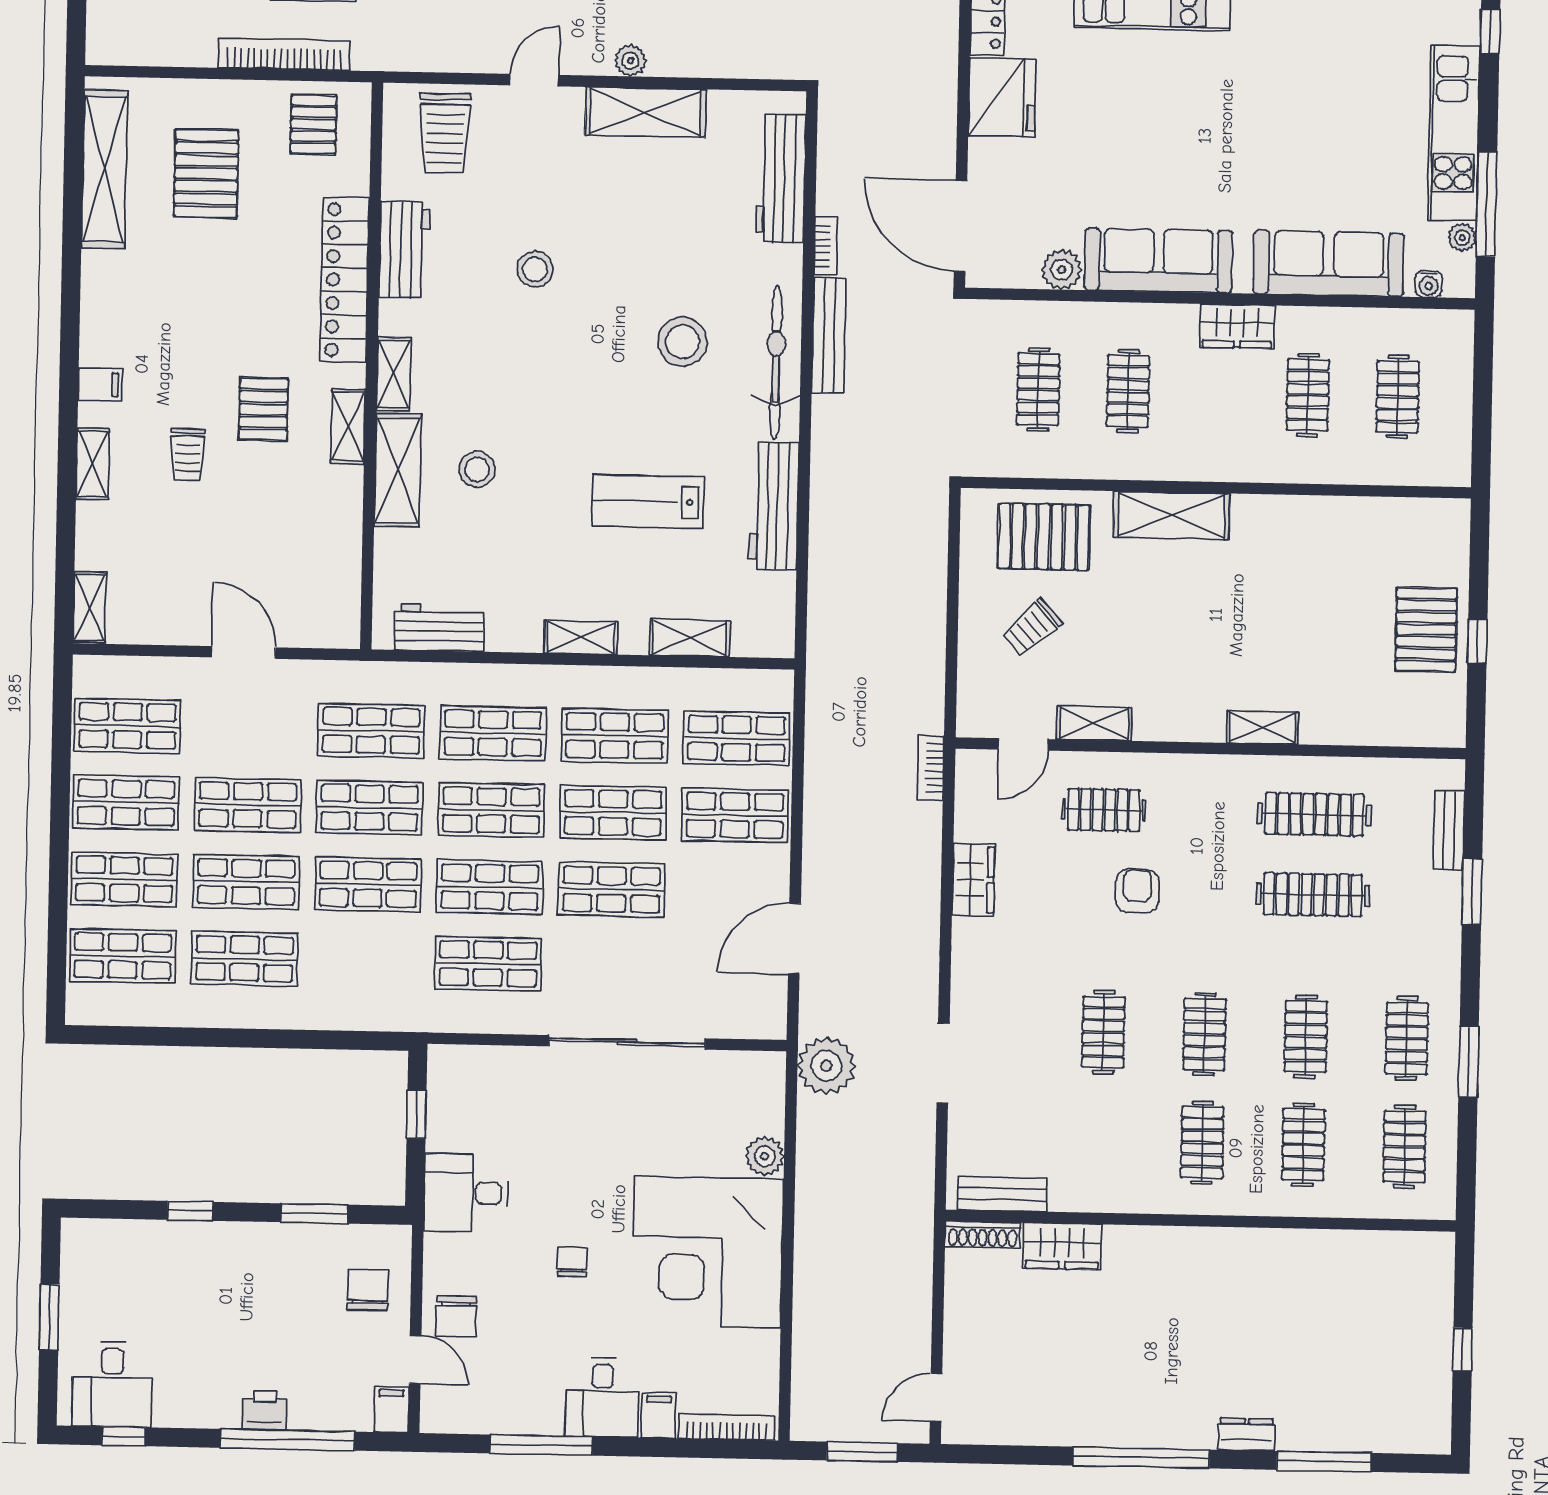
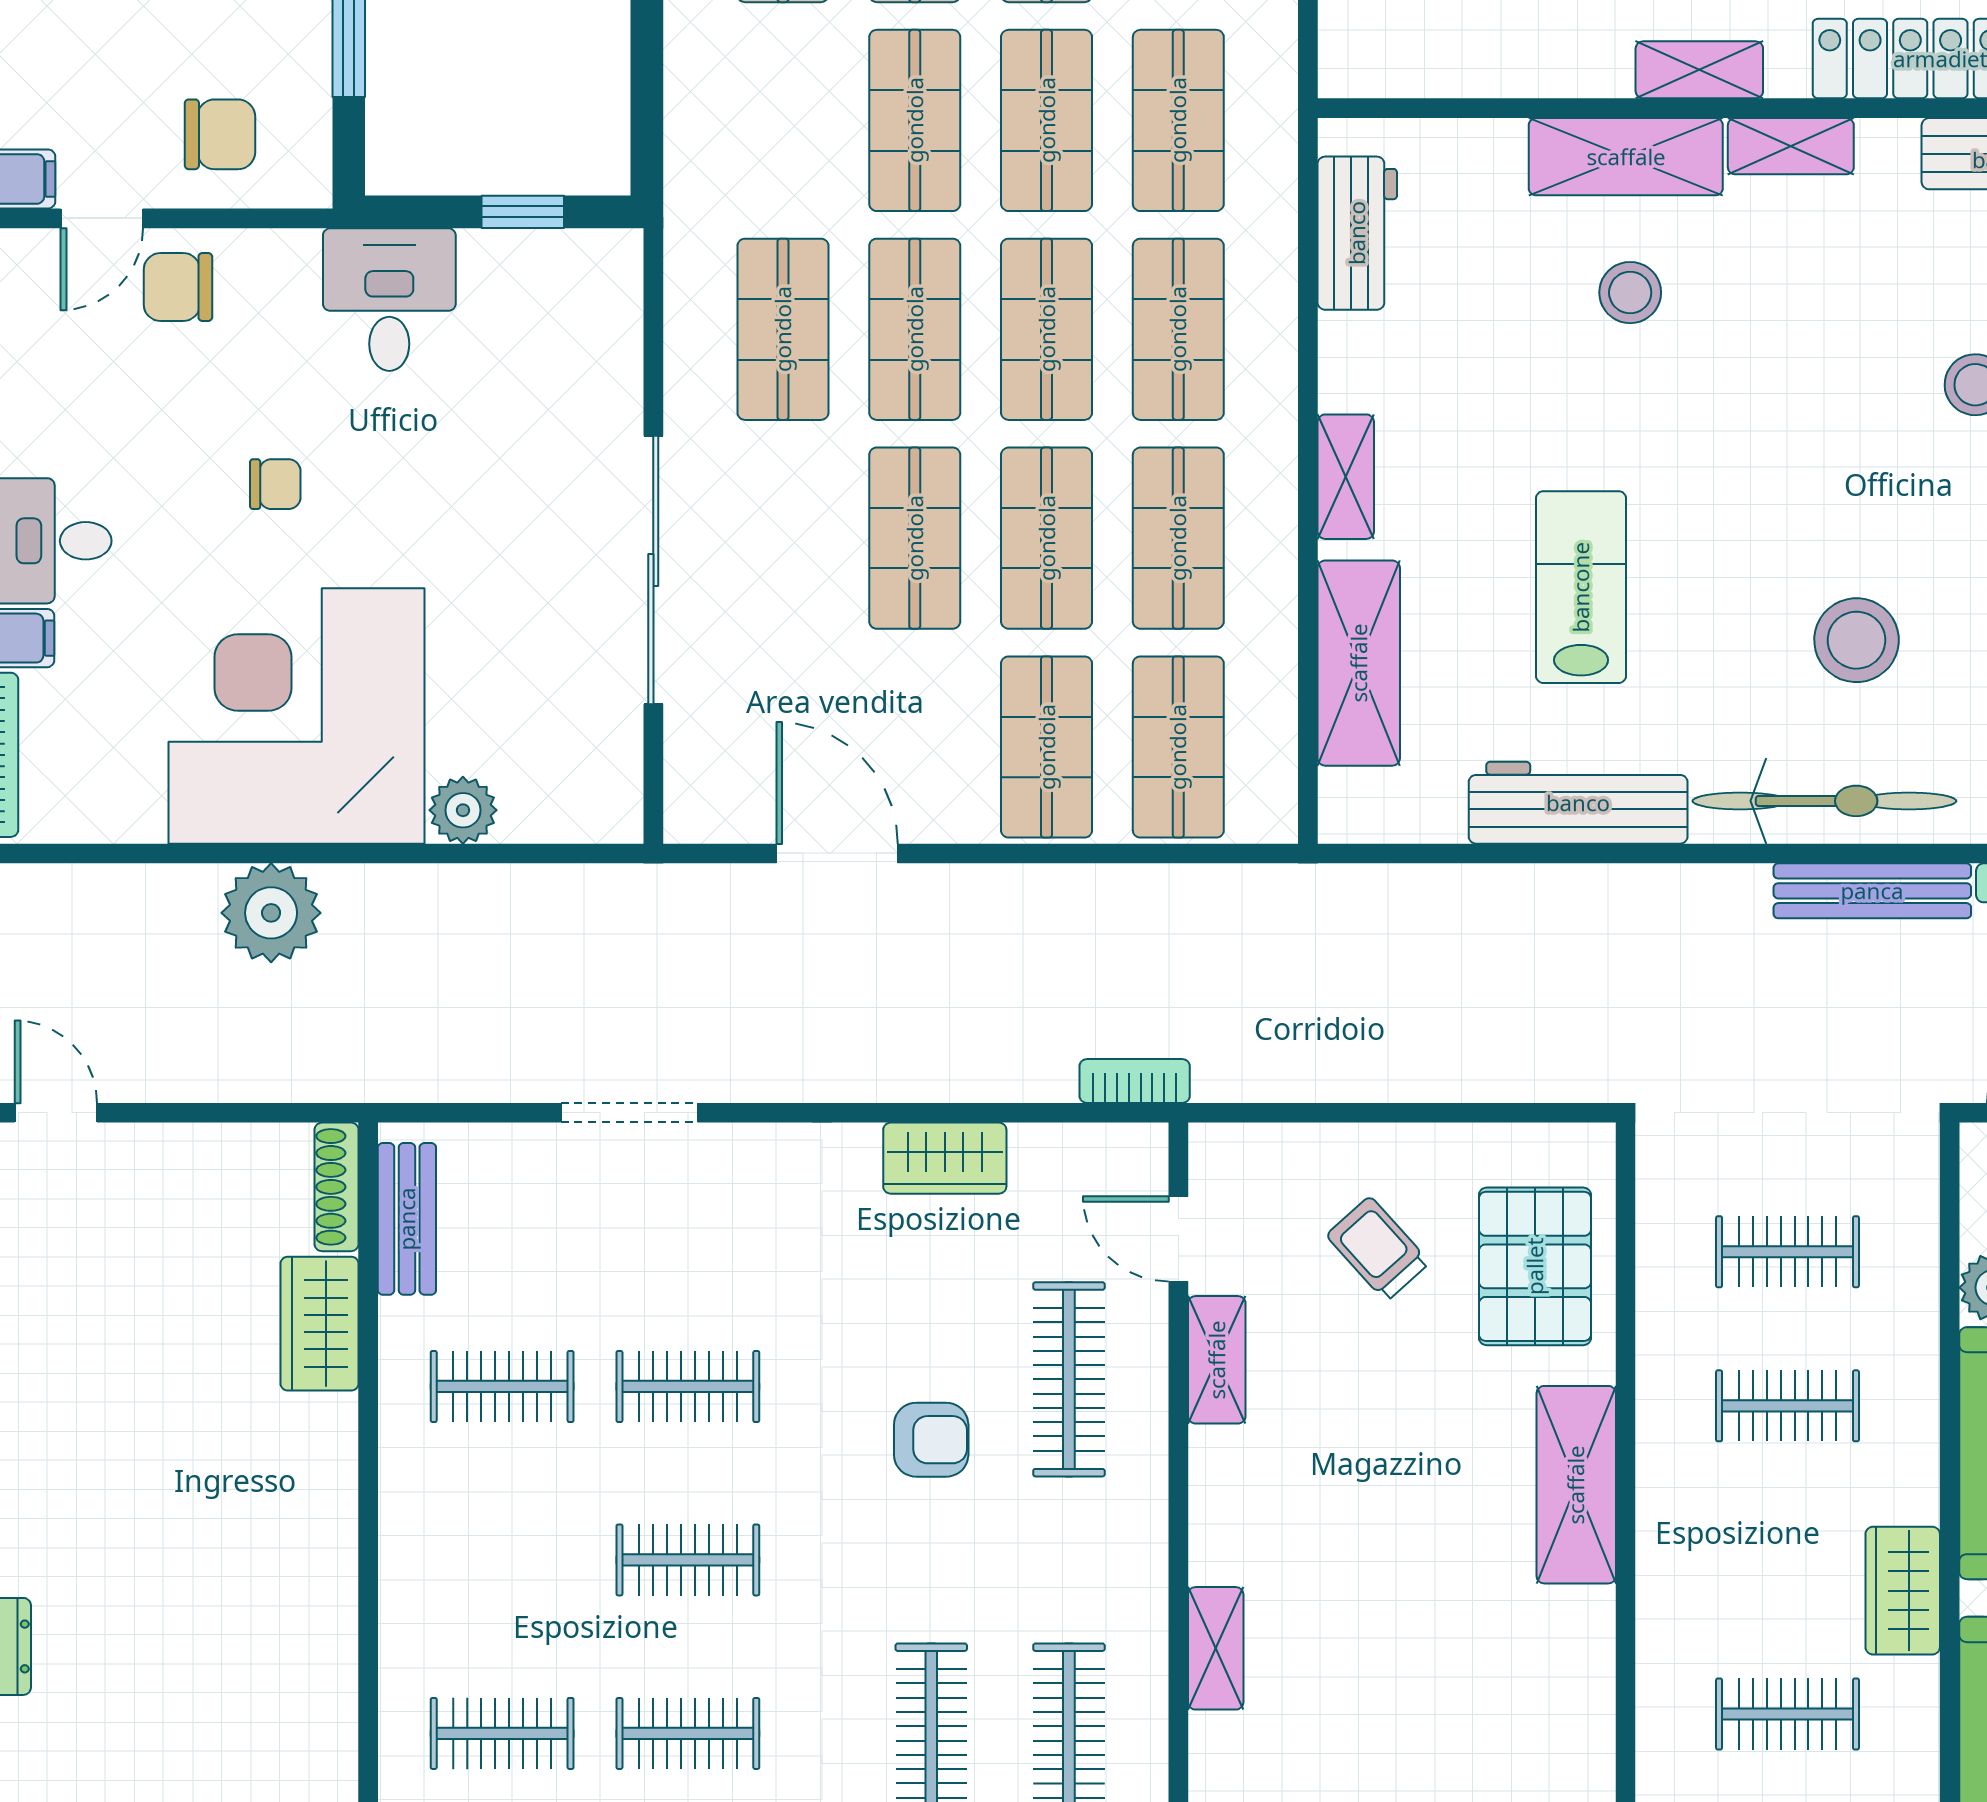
shelving: (690, 638) -> (1359, 663), width x1.50, depth x1.33
clothes rail: (1104, 810) -> (1069, 1379), width x1.36
plant: (826, 1066) -> (271, 913), moved
clothes rail: (1202, 1143) -> (502, 1386), moved

